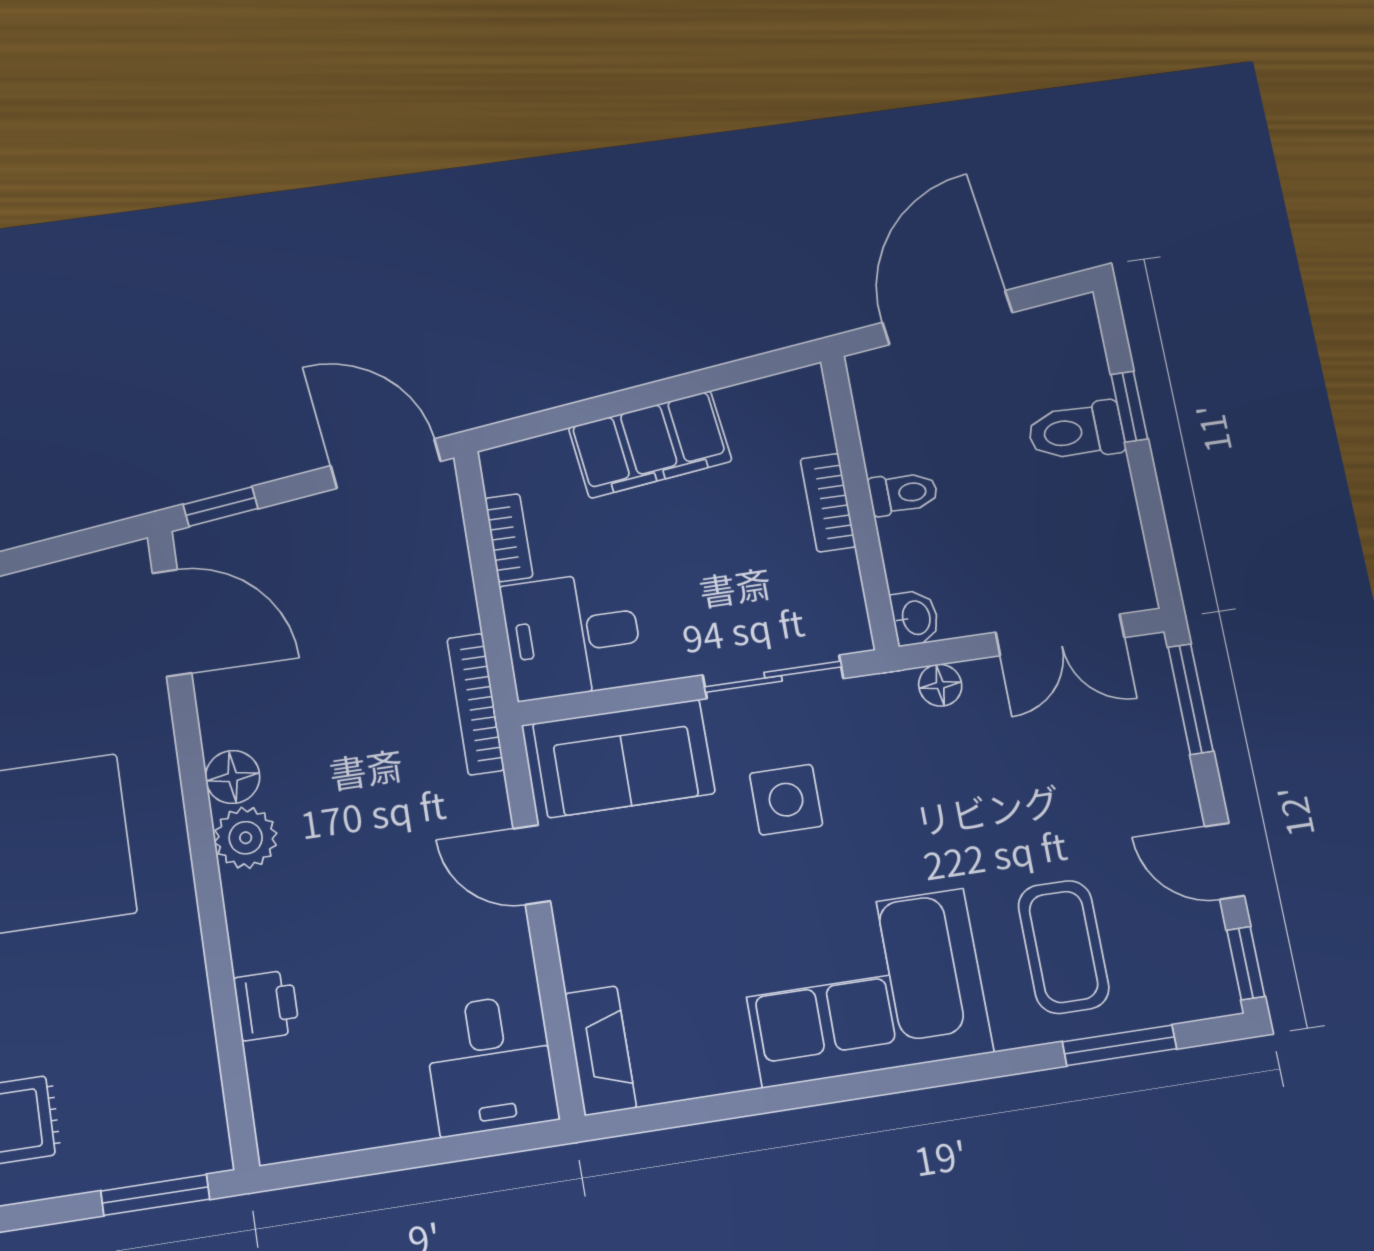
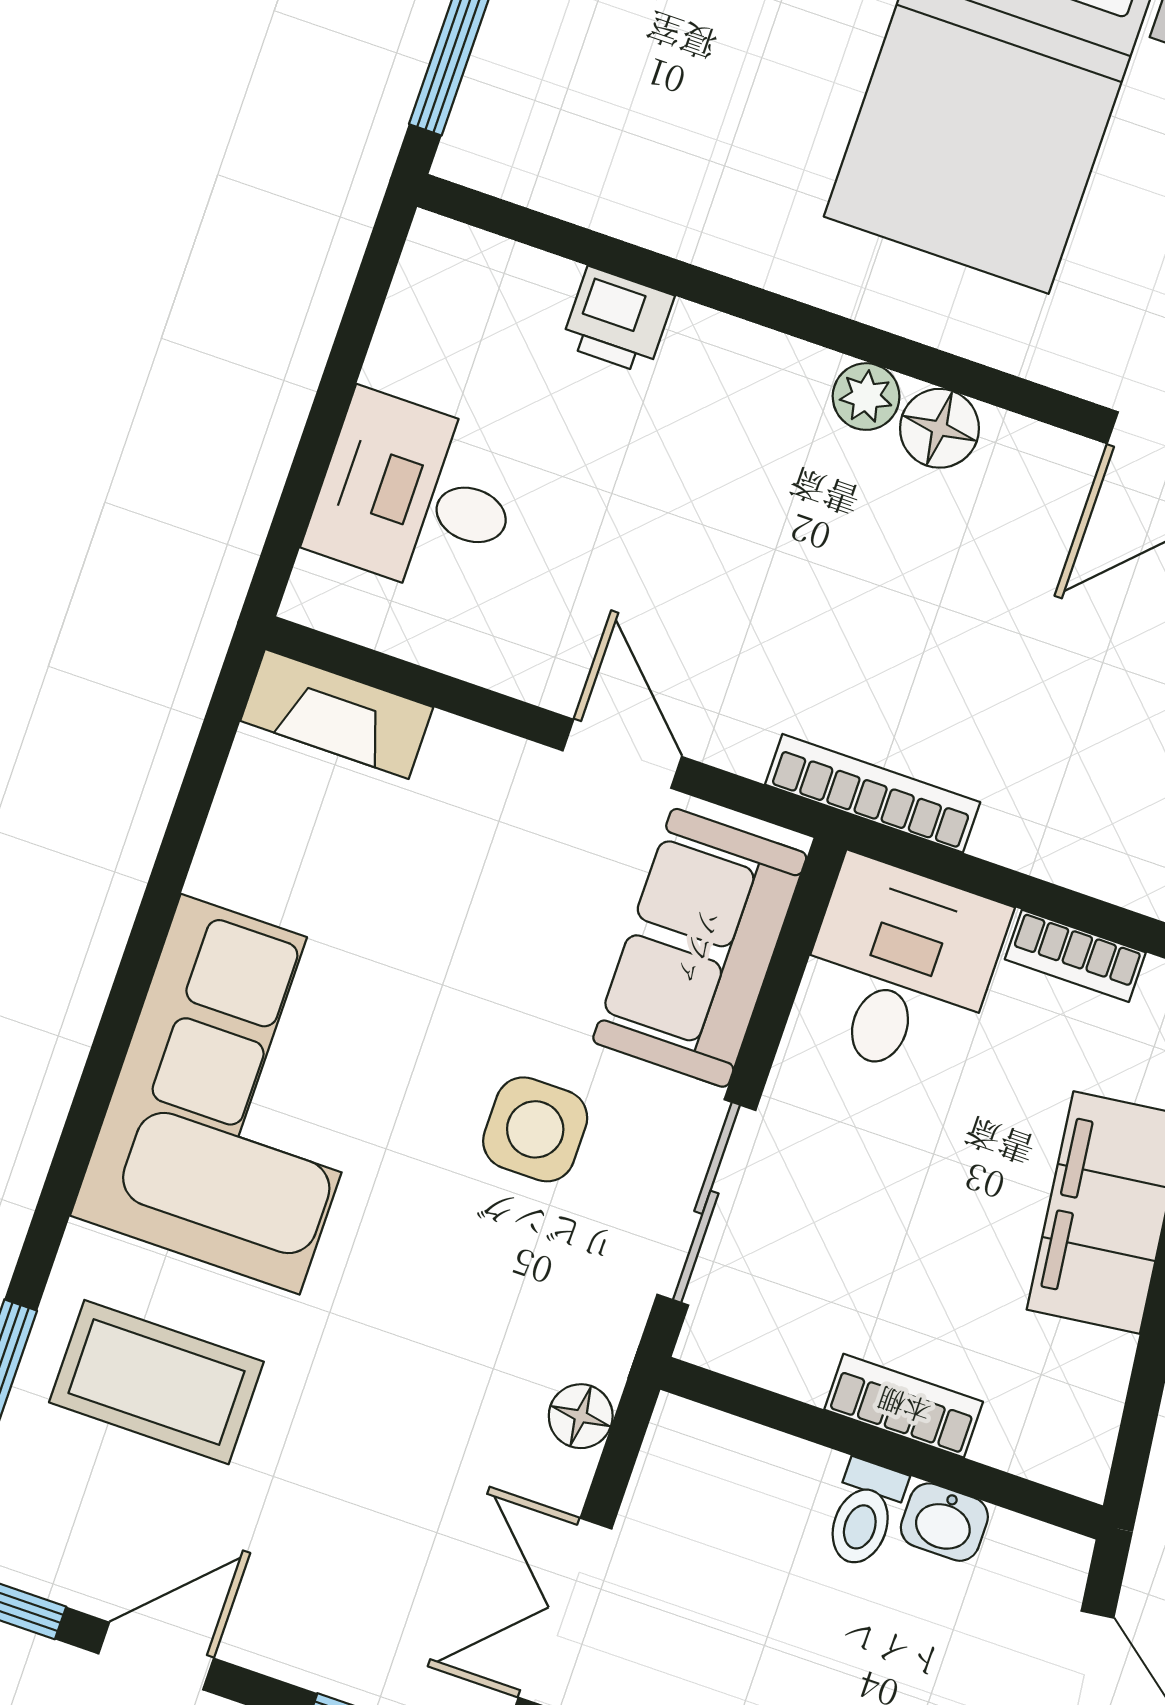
washbasin: (915, 618) -> (944, 1522), moved
plant: (246, 838) -> (866, 397), width x0.73, depth x0.73
door: (532, 865) -> (622, 754), hinge flipped
desk: (490, 1065) -> (416, 496), moved

